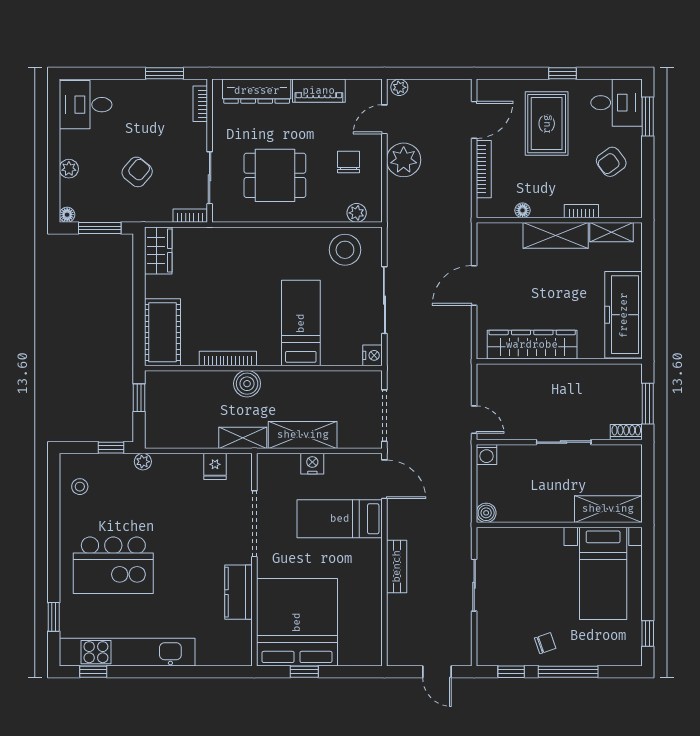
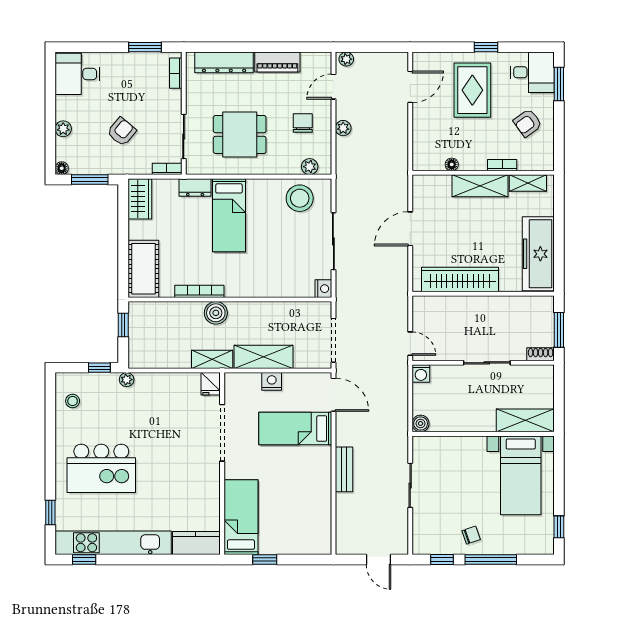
plant: (404, 160) -> (343, 128), width x0.53, depth x0.53
bookcase: (484, 169) -> (418, 129), removed
dresser: (223, 237) -> (195, 188), added
bed: (301, 323) -> (229, 215), moved, turned 180
fridge: (215, 466) -> (211, 384), moved
kitchen counter: (239, 592) -> (196, 543), moved, turned 90
bed: (297, 622) -> (241, 517), width x0.49

